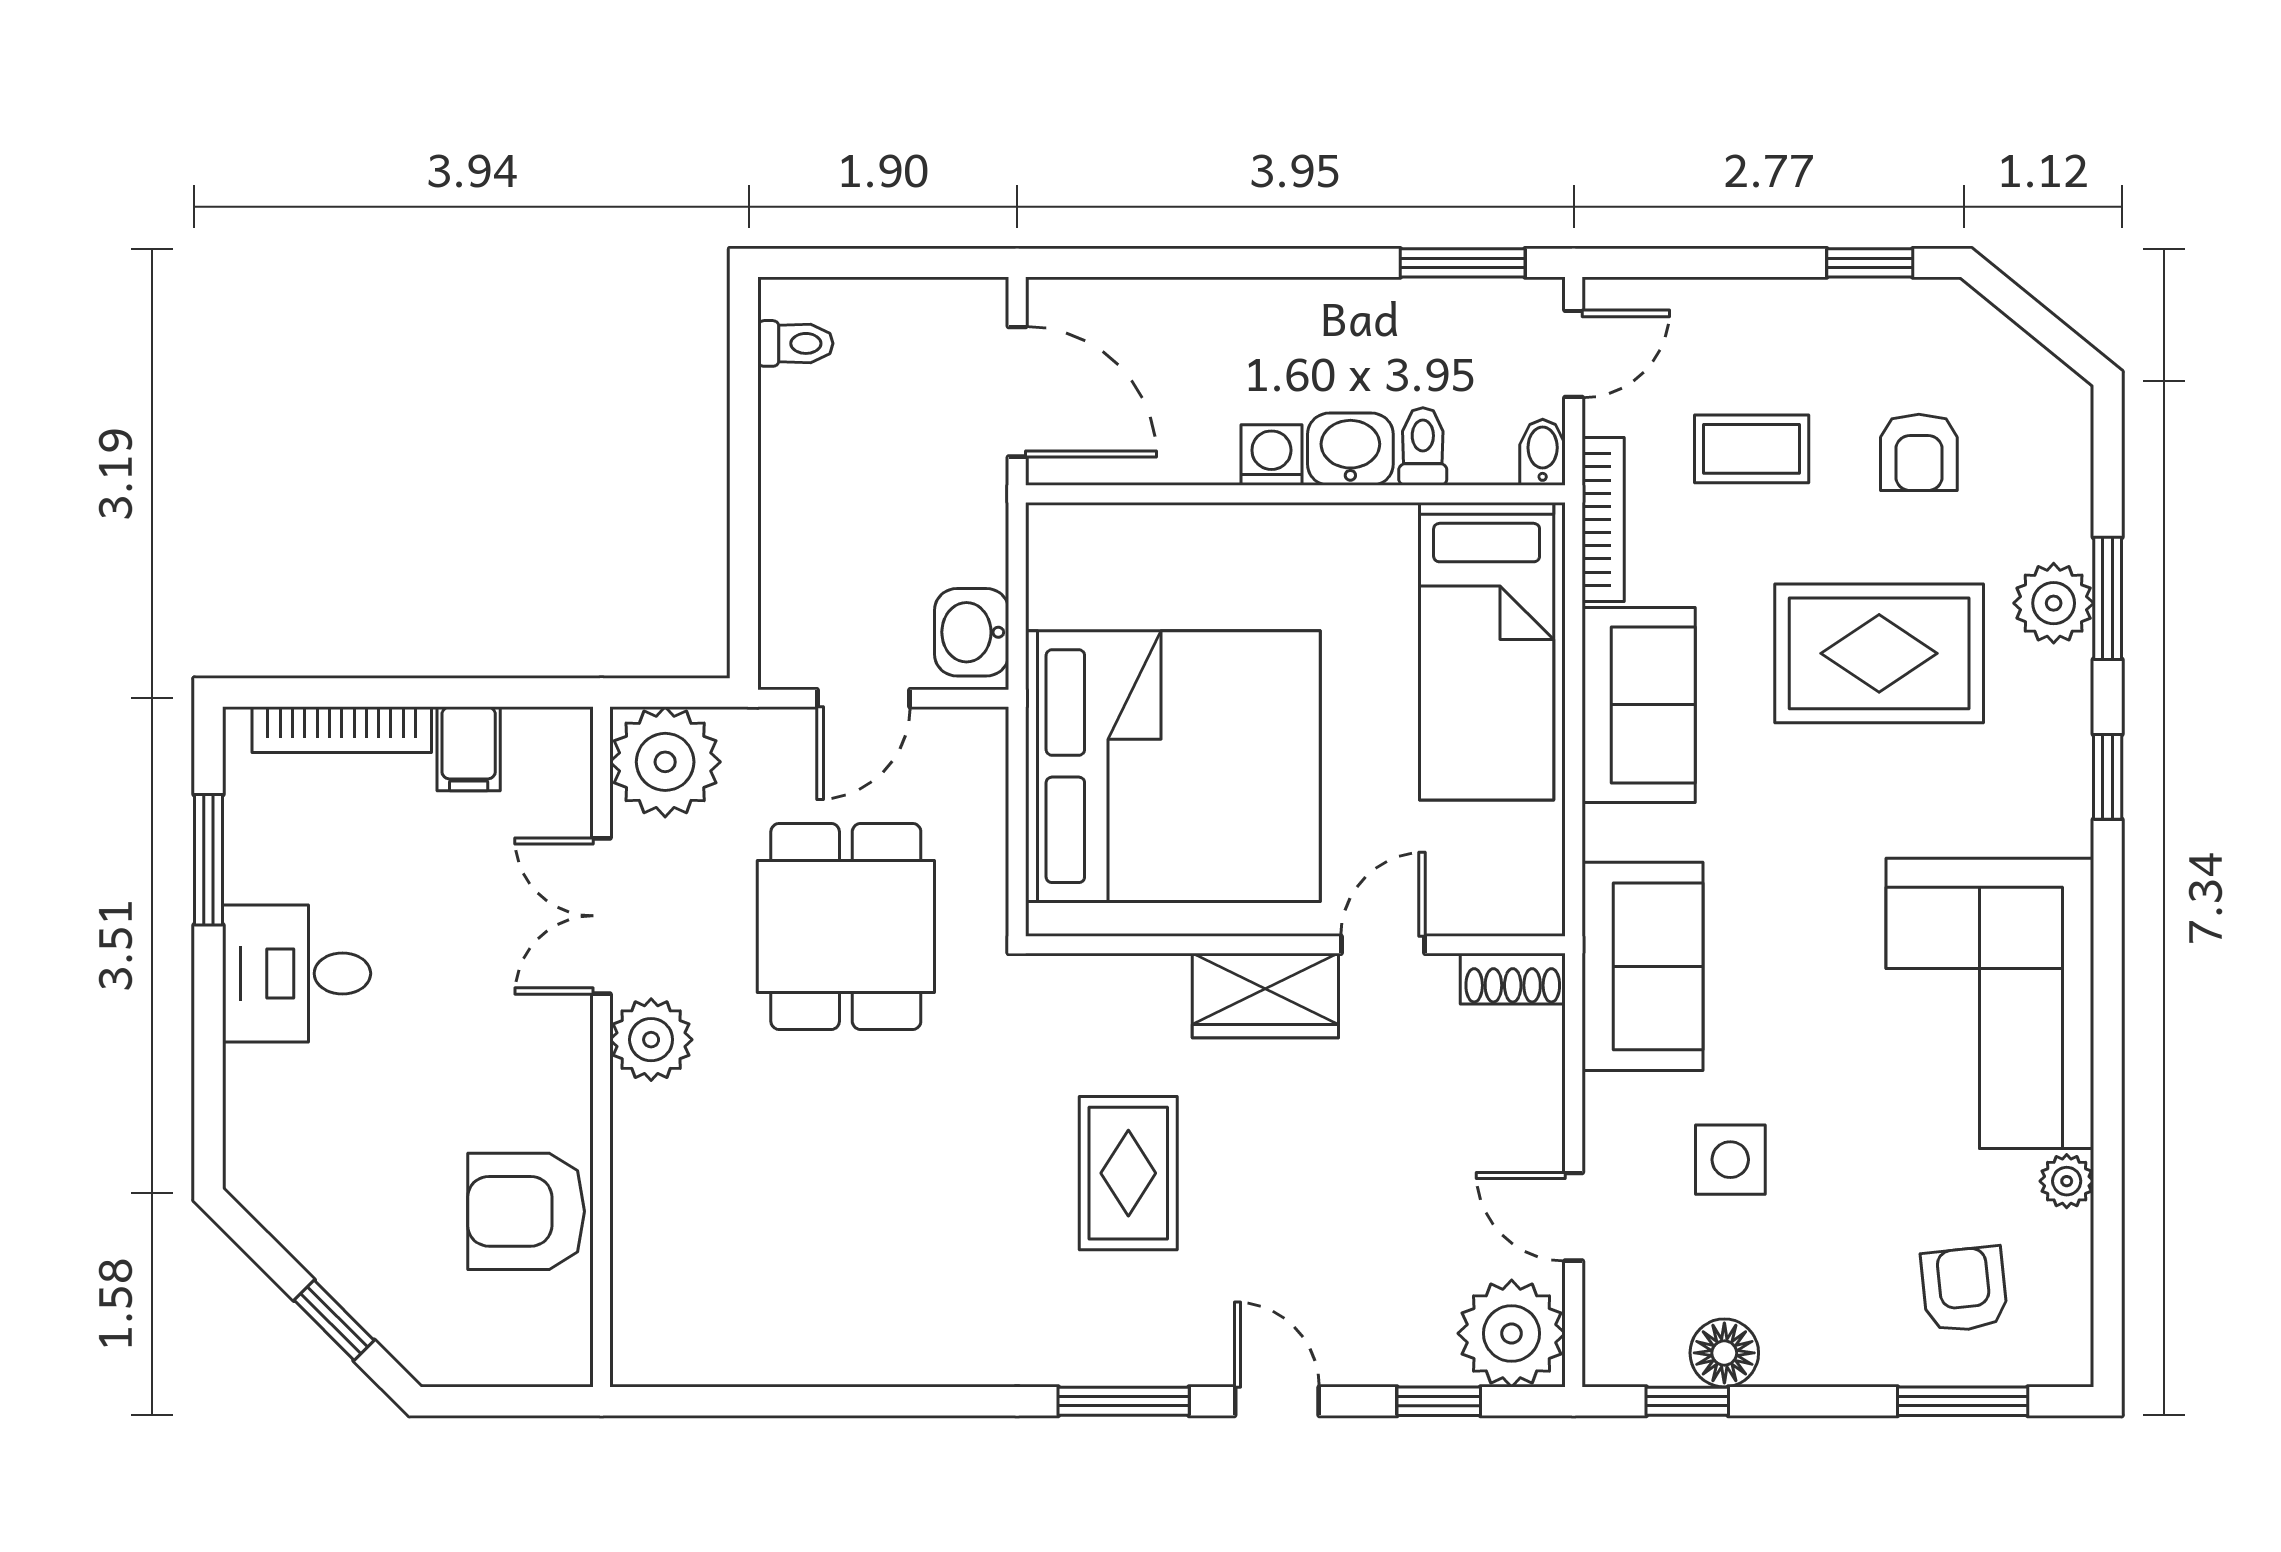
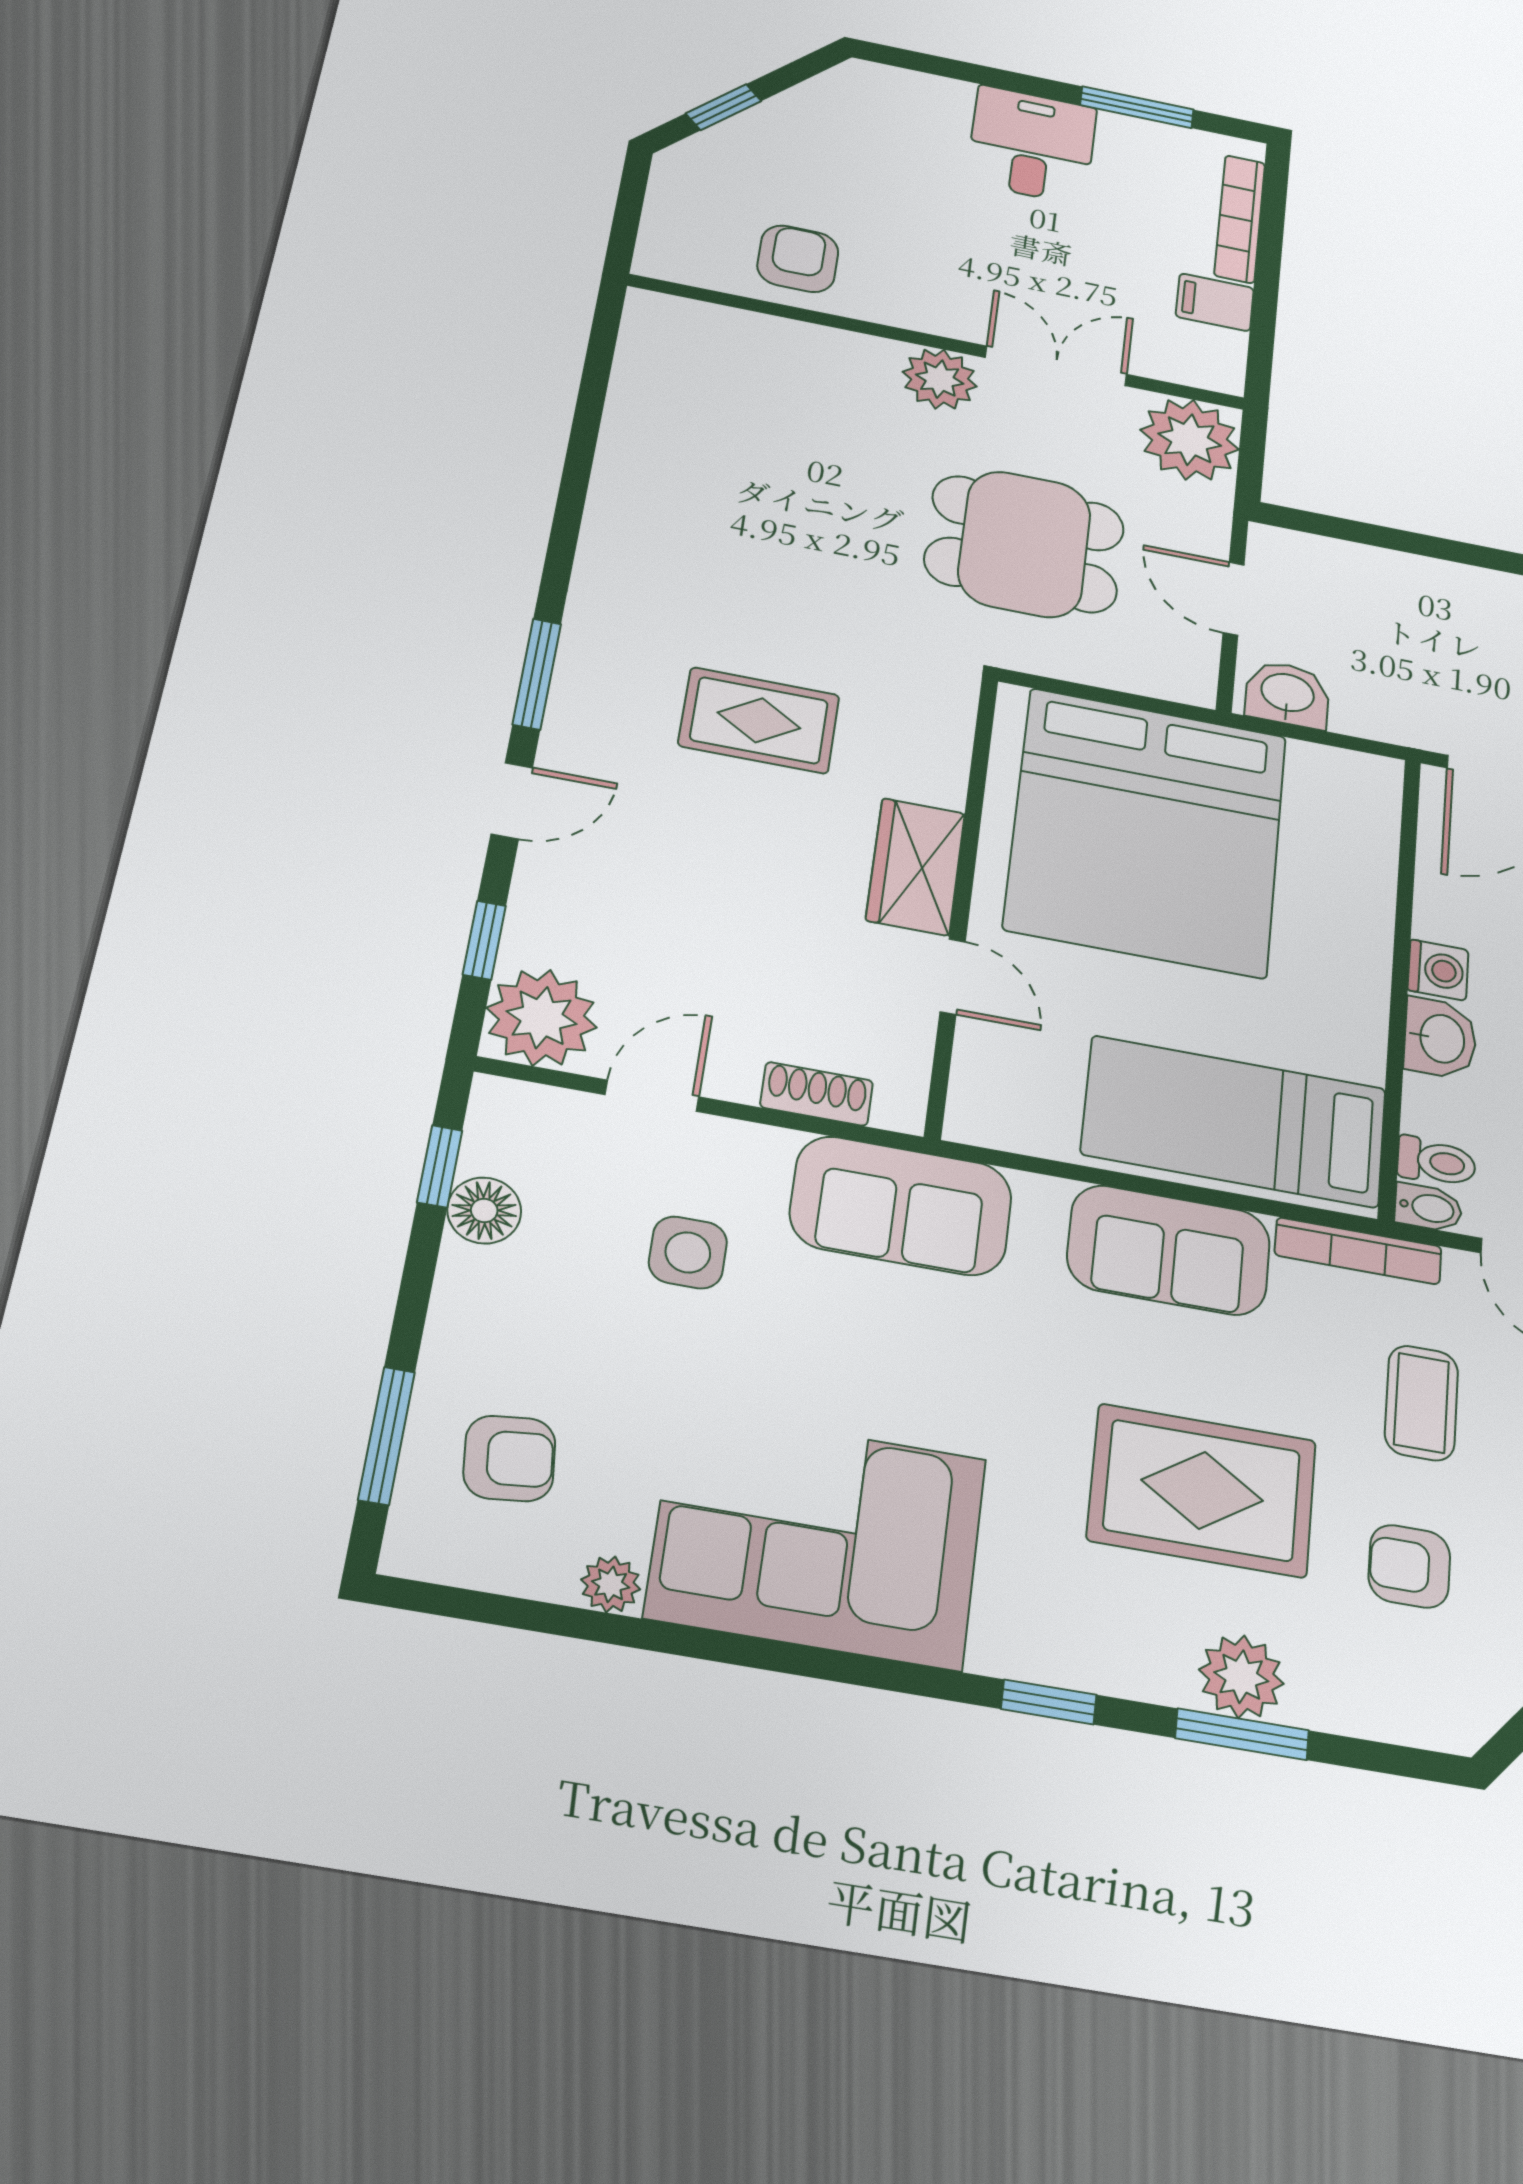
toilet: (1423, 446) -> (1436, 1162), moved
rug: (1879, 653) -> (1202, 1490), turned 90
shoe rack: (1513, 979) -> (817, 1094), moved, turned 90
armchair: (526, 1211) -> (798, 259), width x0.72, depth x0.72

